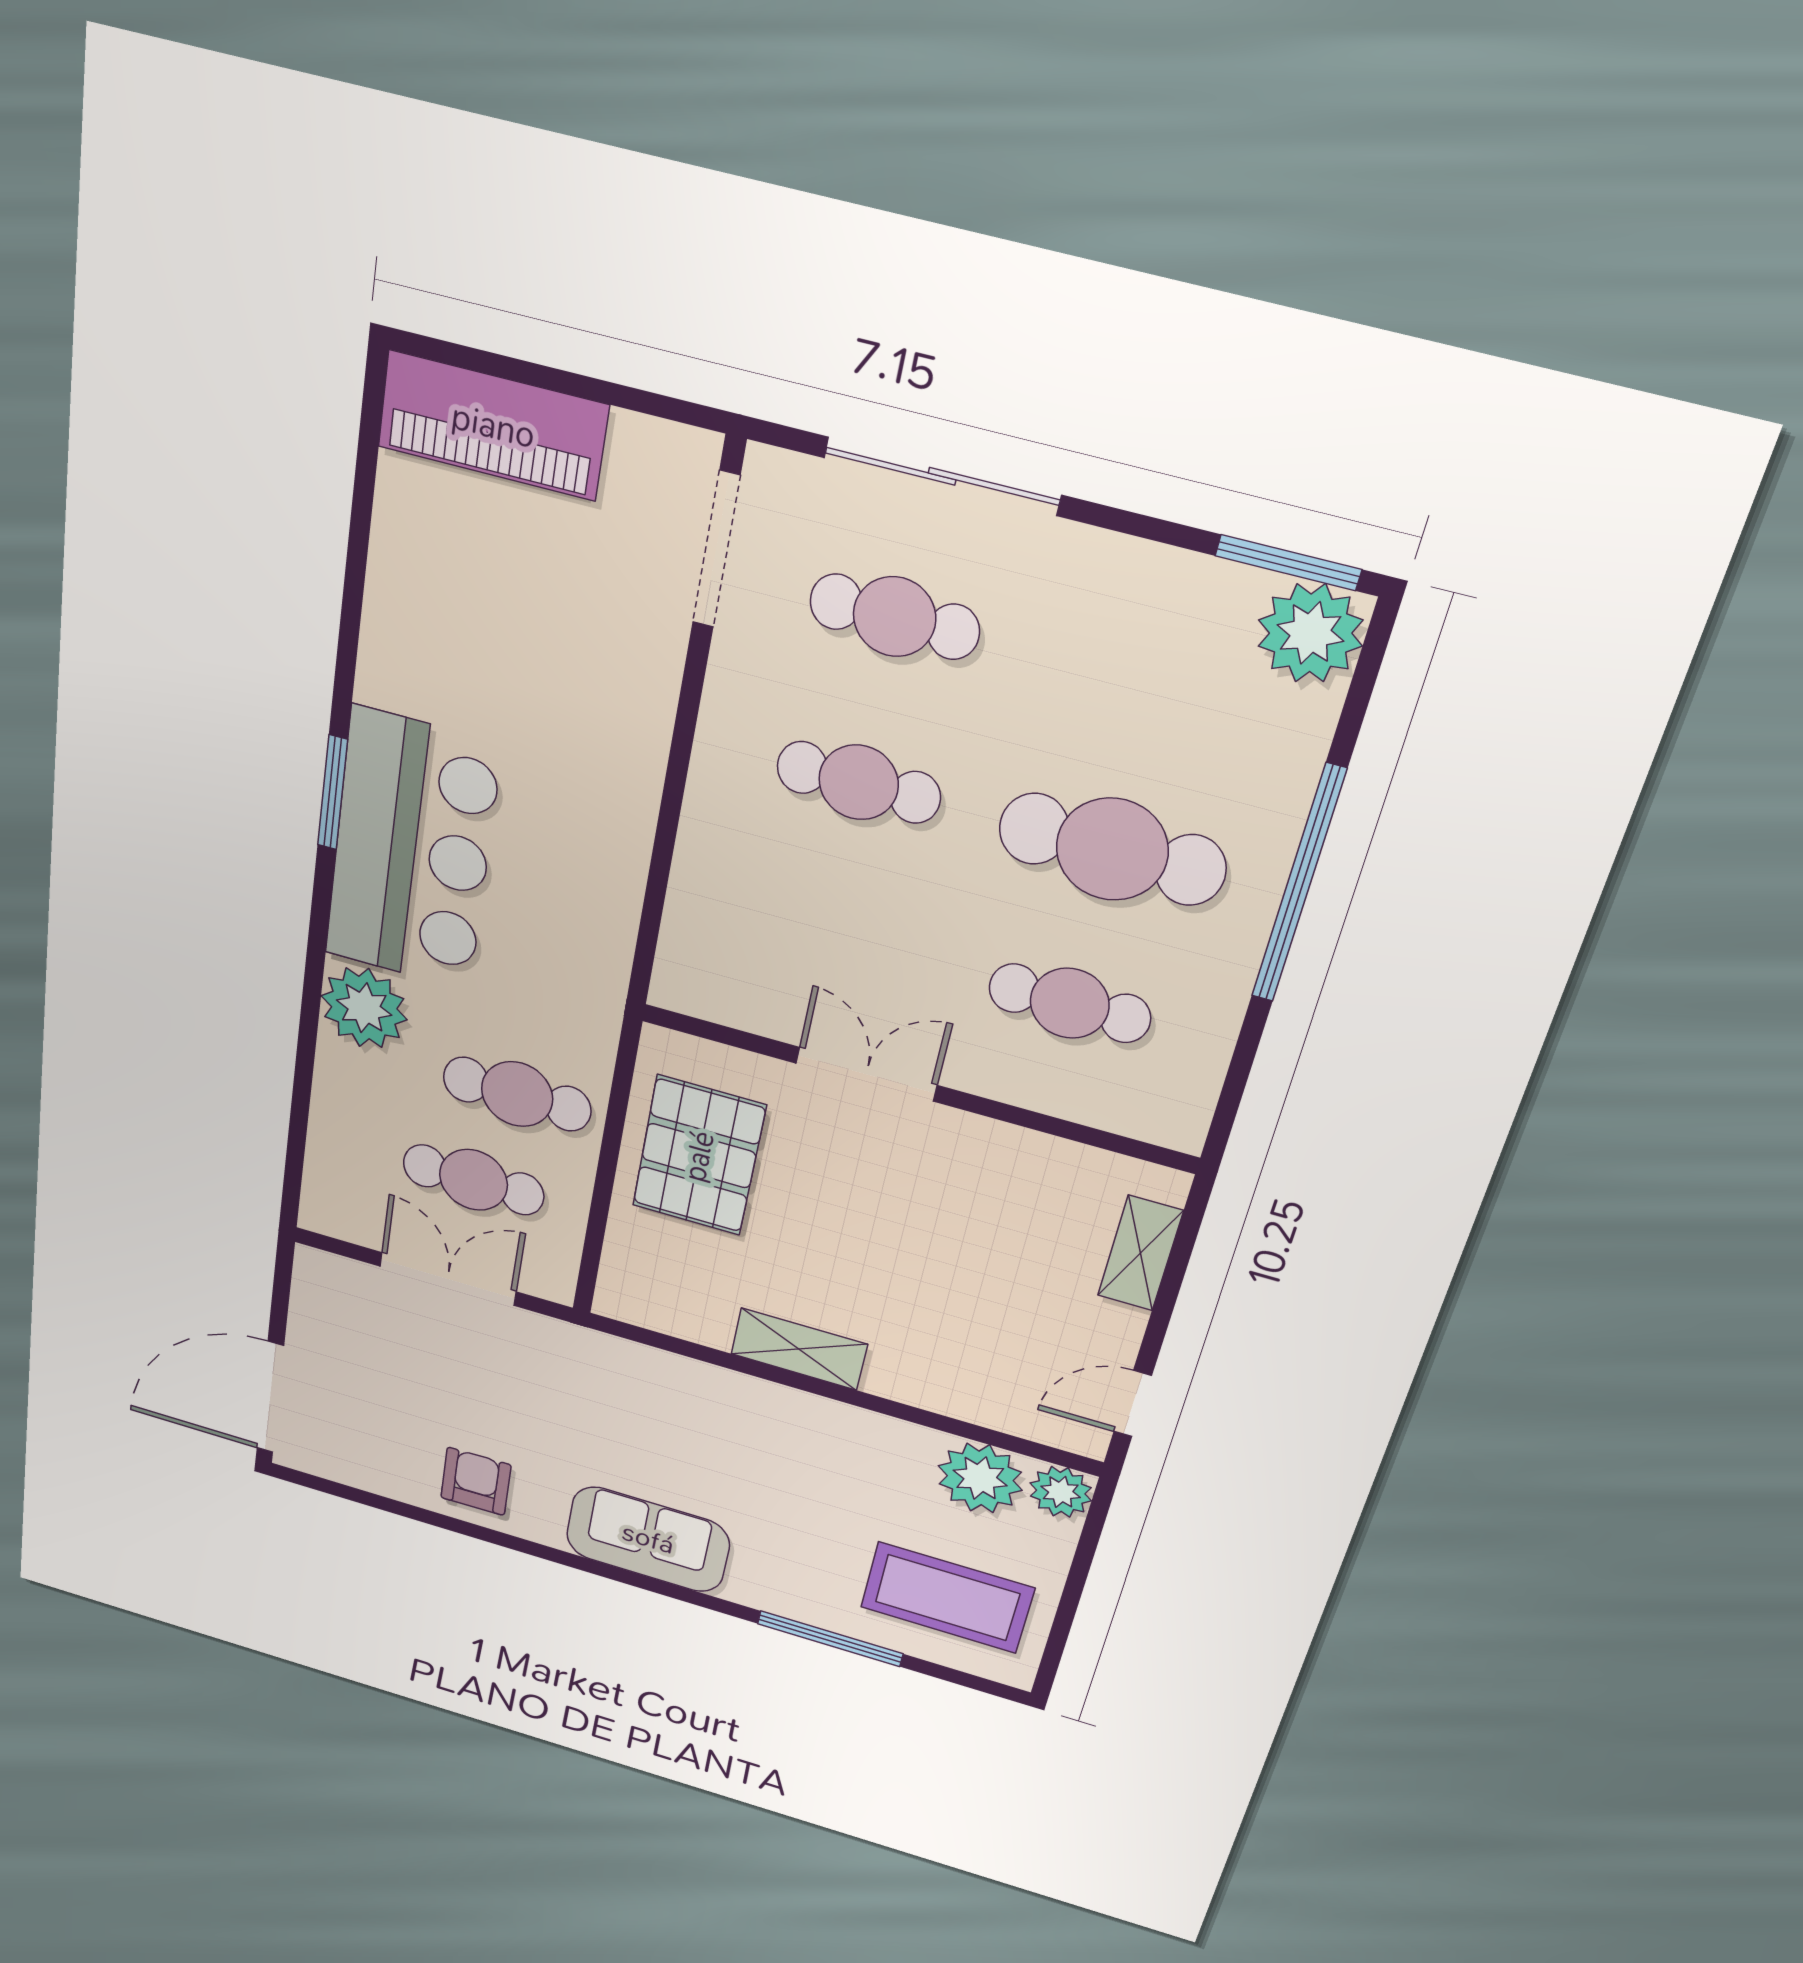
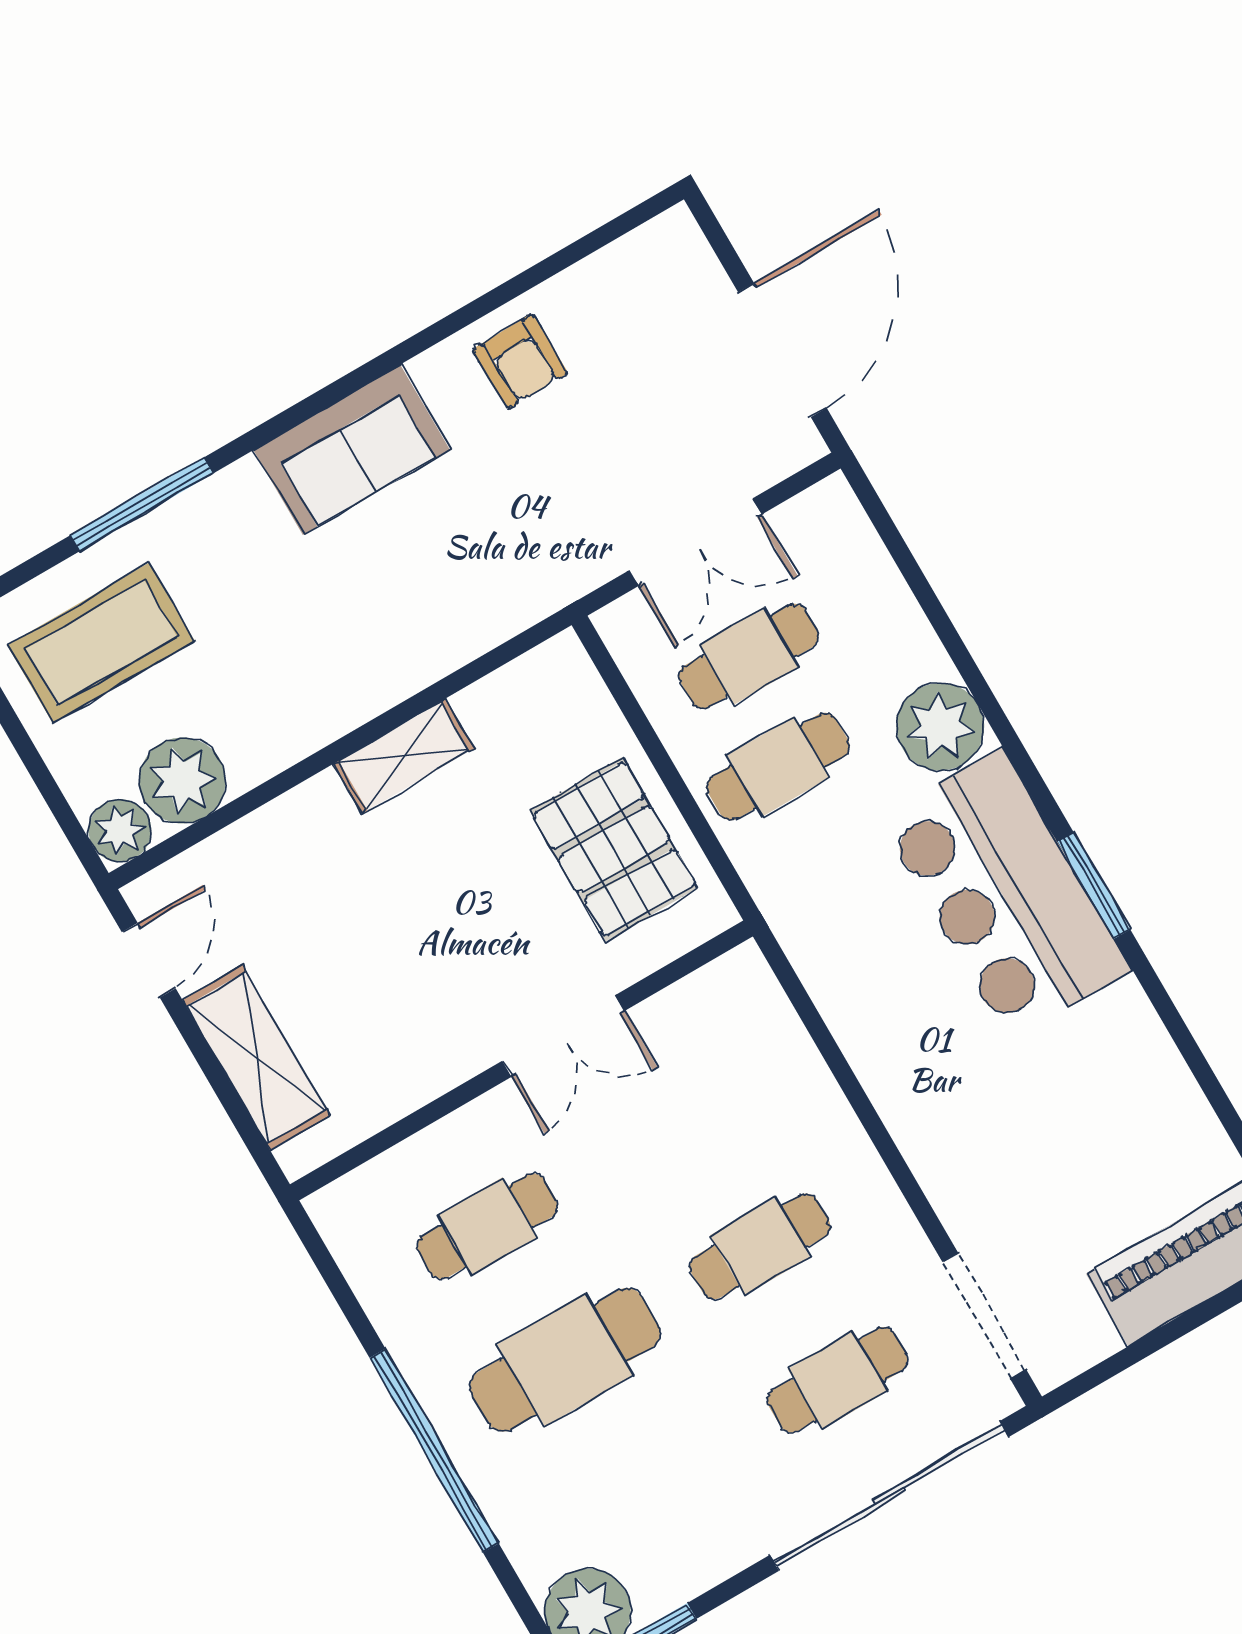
sliding door: (942, 476) -> (889, 1496), width x1.36
shelving: (1140, 1253) -> (256, 1058), width x1.50, depth x1.33
door: (270, 1397) -> (782, 350), moved

